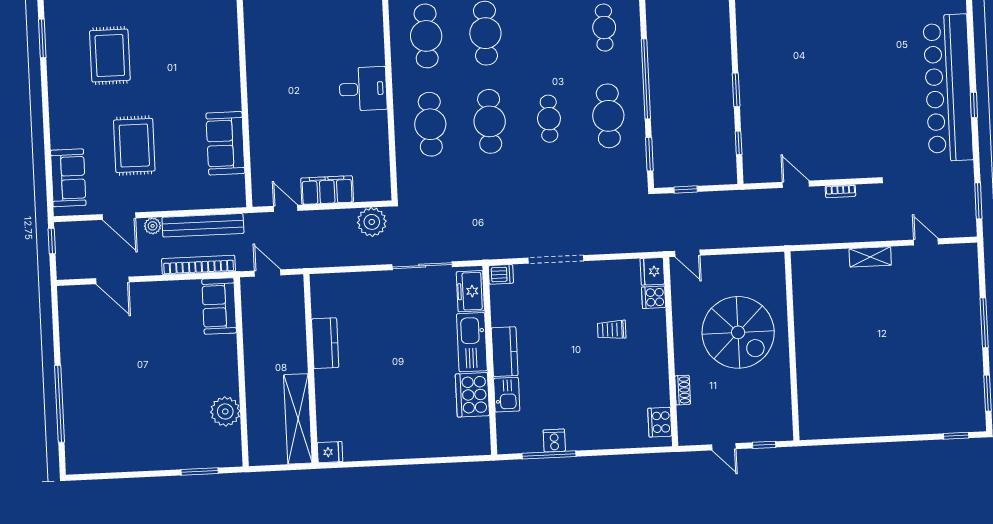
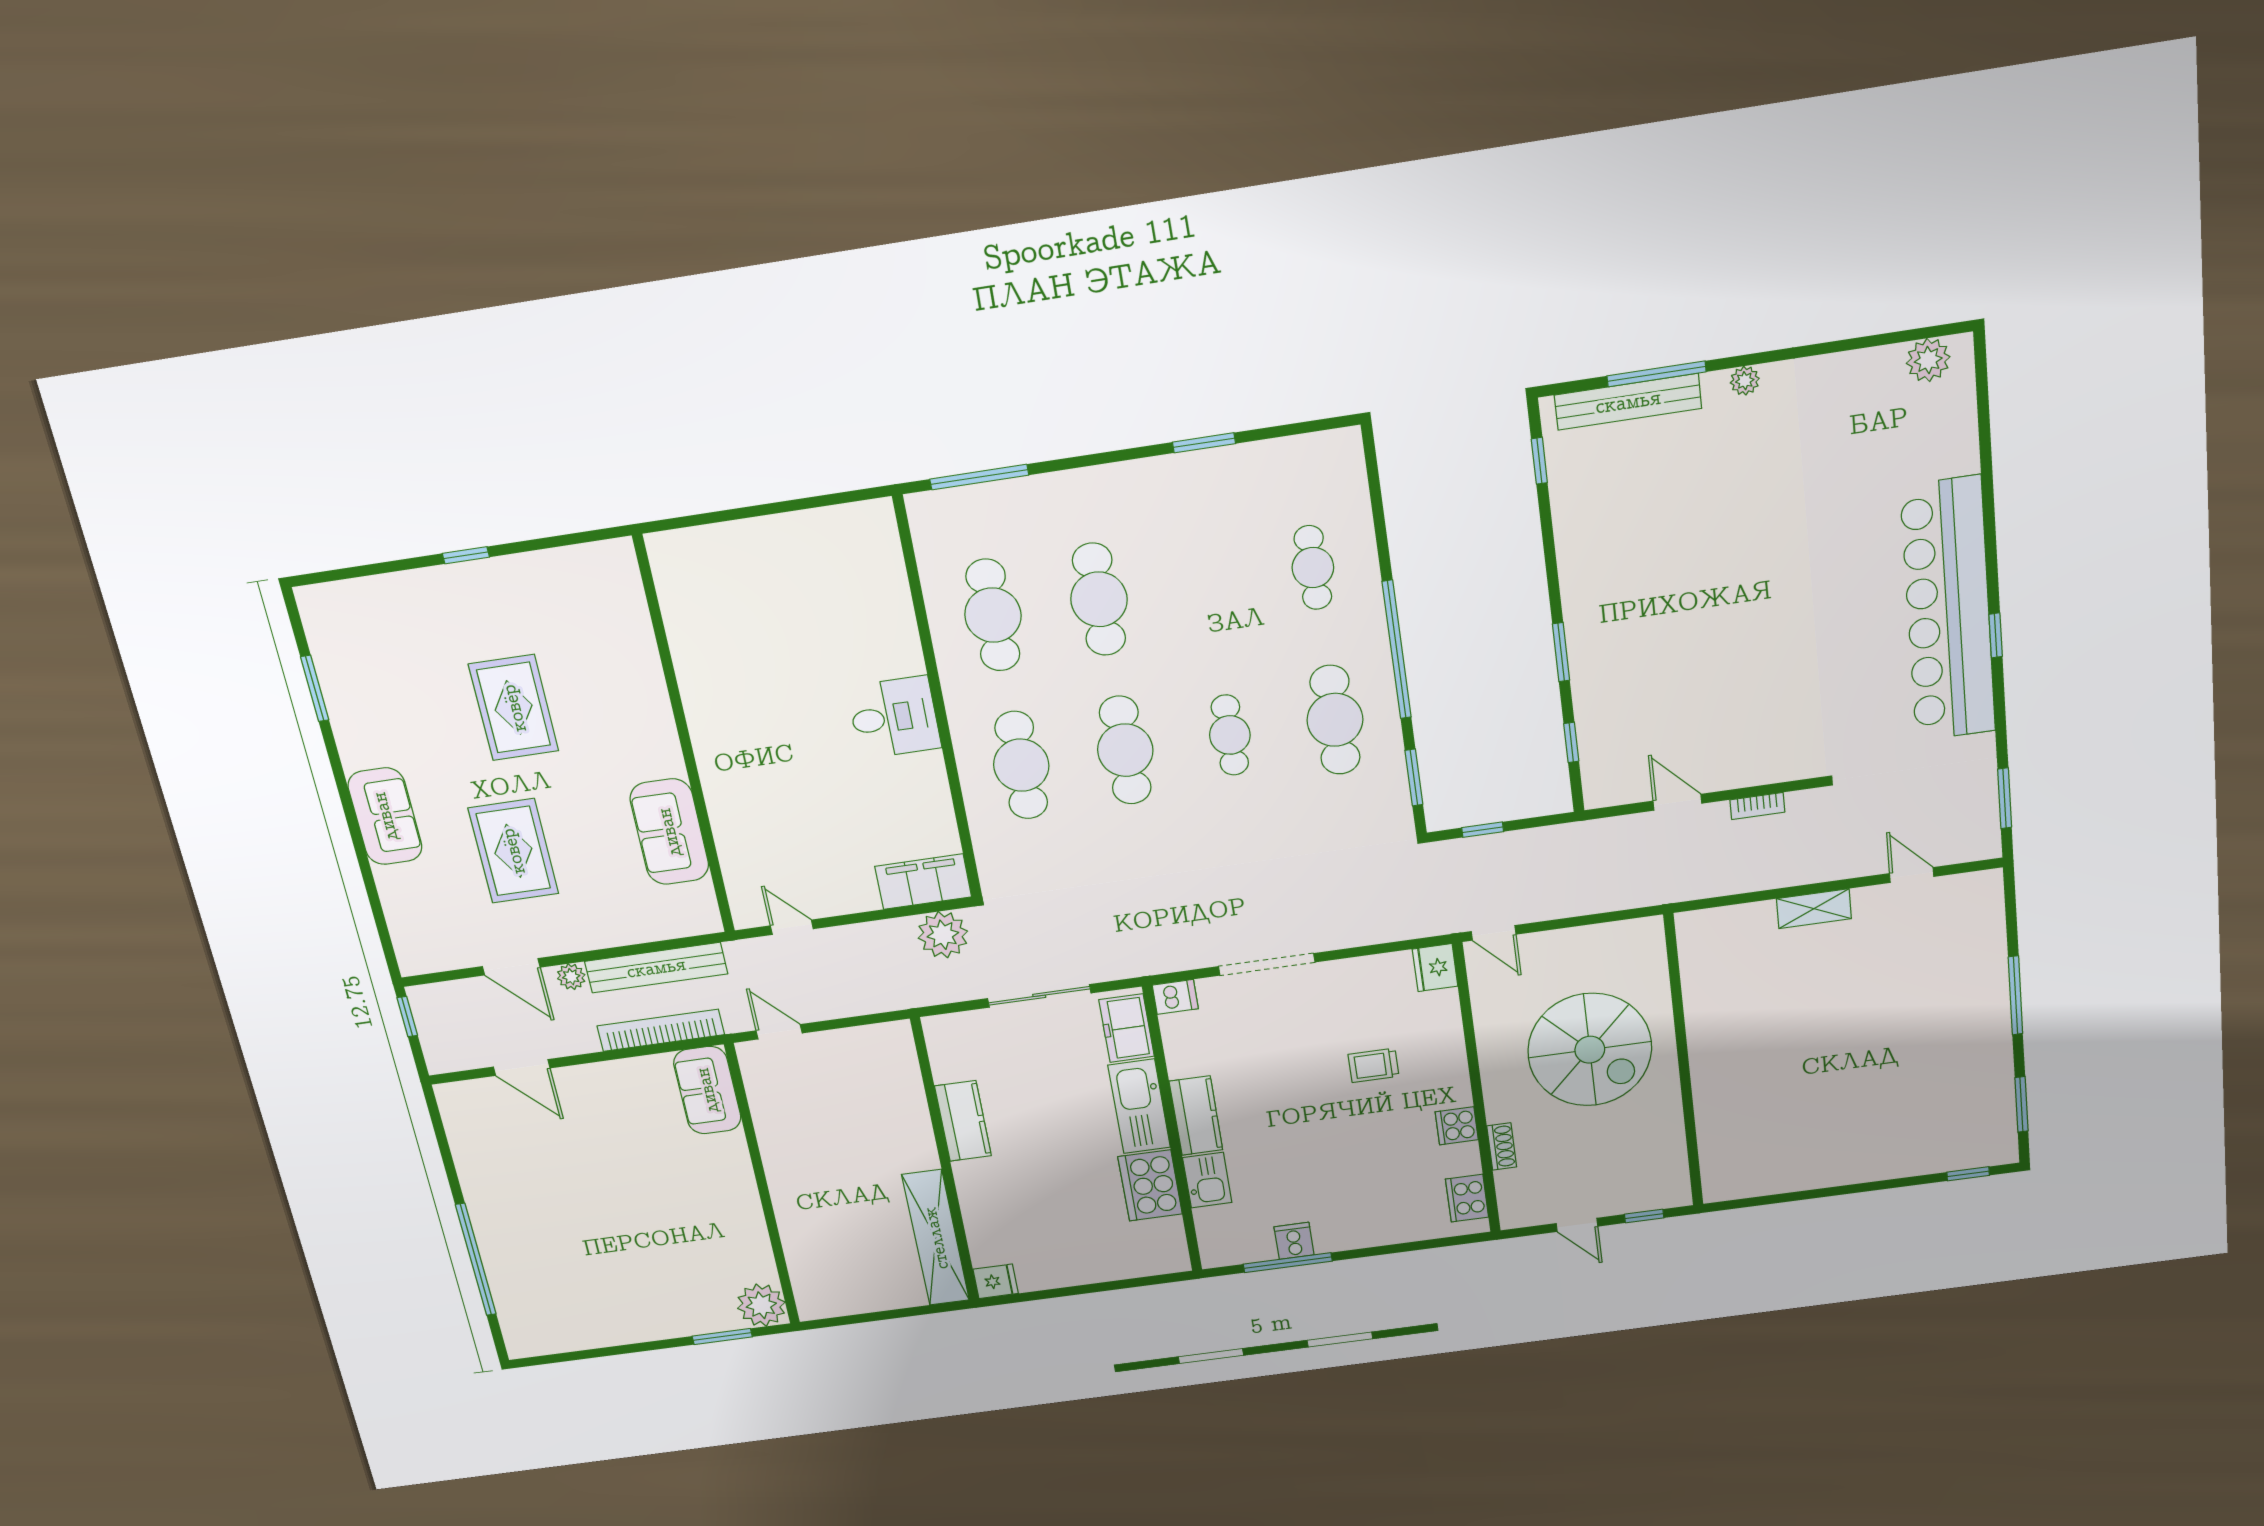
rug: (110, 55) -> (514, 708), moved
sofa: (68, 178) -> (385, 816), moved
filing cabinet: (327, 190) -> (923, 882), moved
cooker: (654, 297) -> (1457, 1126), moved
kitchen counter: (325, 343) -> (963, 1121), moved
wall: (311, 369) -> (945, 1161), moved
plant: (225, 411) -> (761, 1305), moved
shelving: (298, 419) -> (936, 1238), moved
fridge: (330, 452) -> (996, 1281), moved

